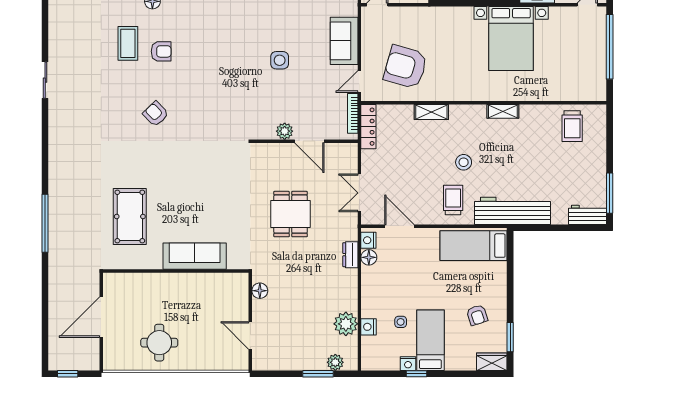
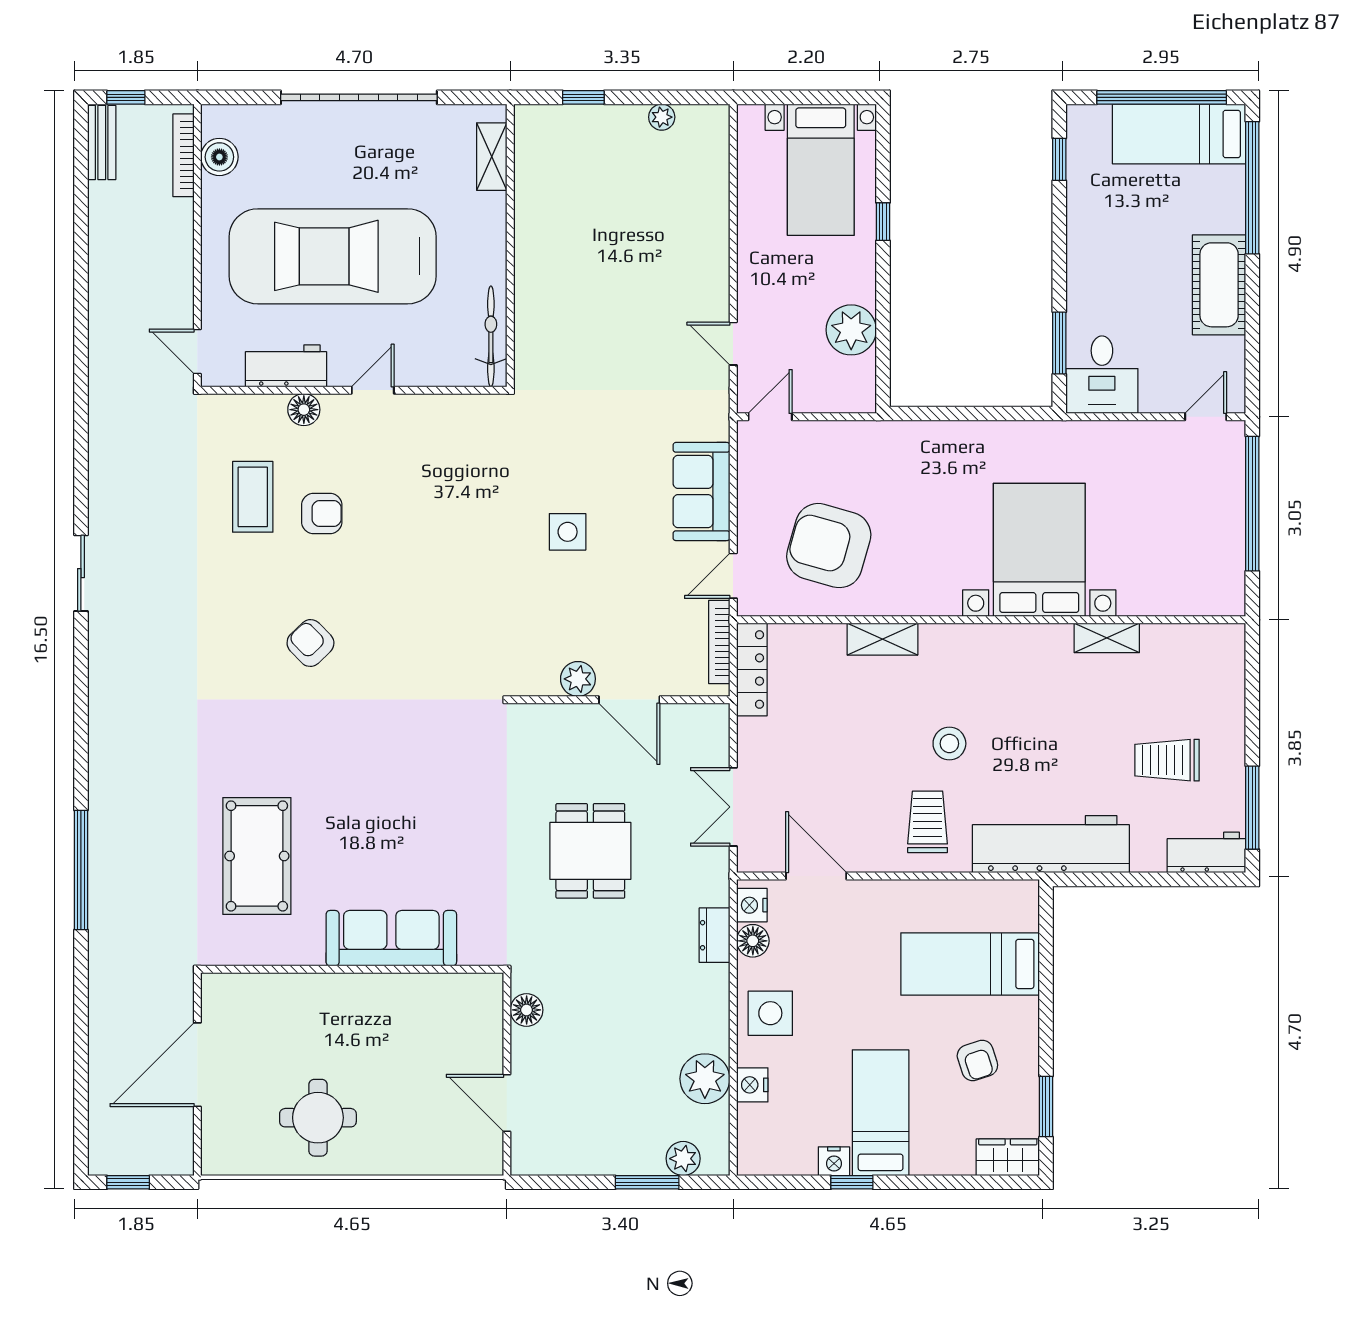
bed with nightstands: (511, 39) -> (1039, 550), moved, turned 180
shelving: (503, 111) -> (1107, 638), moved
trolley: (572, 126) -> (1167, 760), moved, turned 90
bed: (474, 246) -> (970, 964), moved
side table: (401, 322) -> (770, 1013), moved, width x1.87, depth x1.87

